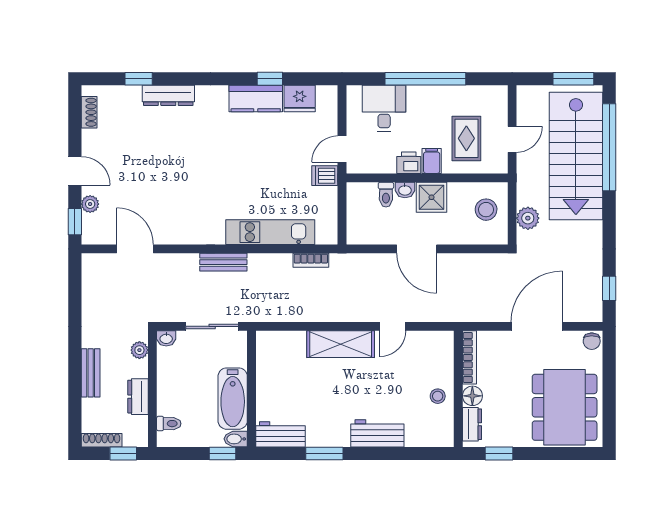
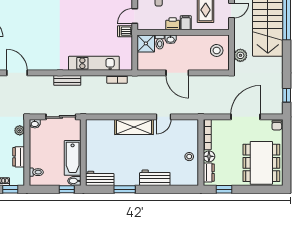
shower: (432, 197) -> (146, 43), moved

